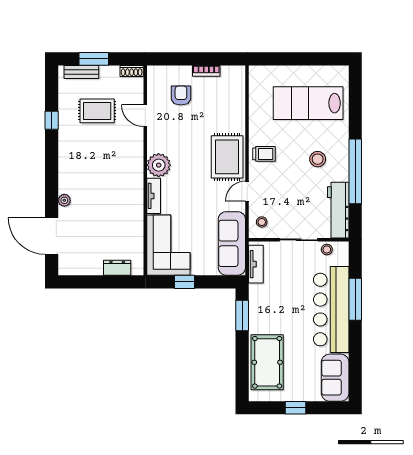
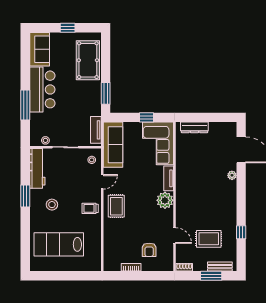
lab bench: (308, 103) -> (59, 244), turned 180
rug: (227, 157) -> (116, 206), width x0.73, depth x0.70
window: (355, 171) -> (25, 196), width x0.47
dresser: (117, 268) -> (194, 127), width x1.44
bar counter: (331, 310) -> (42, 89), width x0.73

